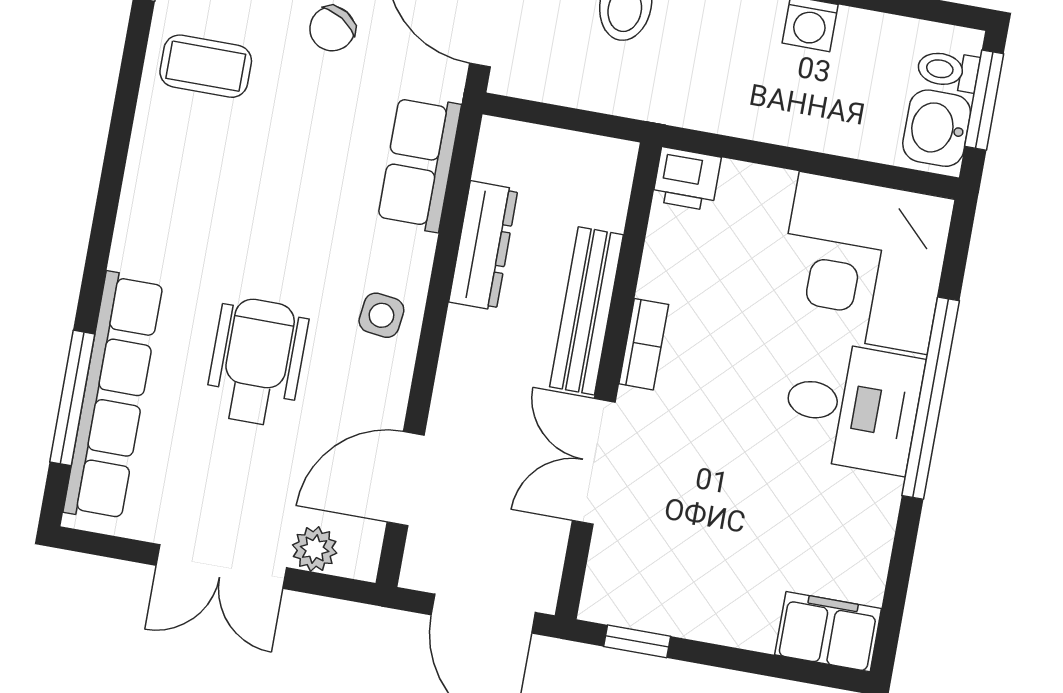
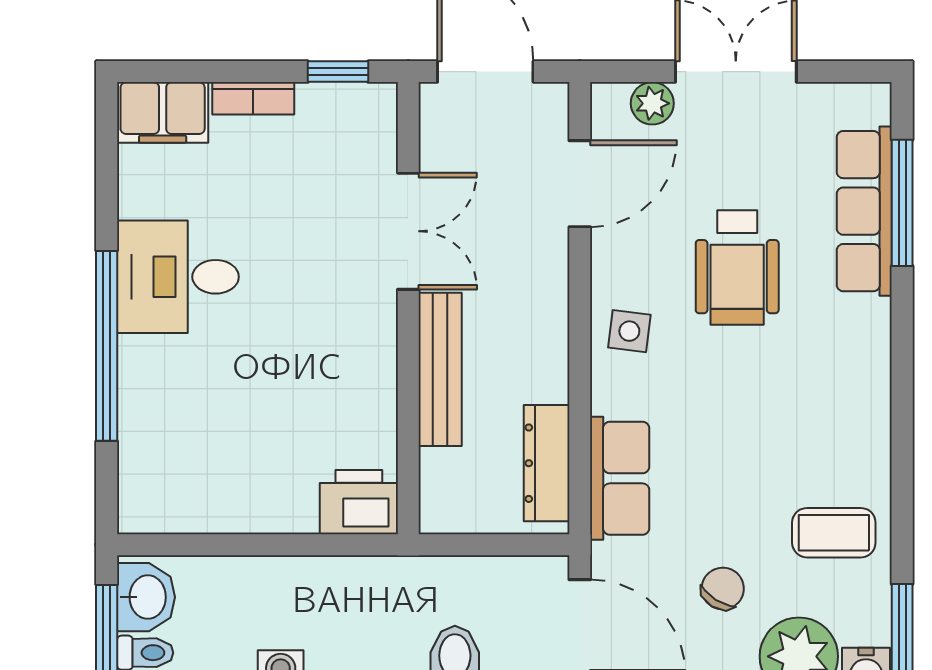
printer: (687, 179) -> (359, 502), width x1.36, depth x1.24
dresser: (483, 246) -> (547, 463), moved
corner desk: (863, 263) -> (191, 460), removed
bookcase: (644, 344) -> (253, 98), moved, turned -90
row of seats: (113, 397) -> (864, 211), width x0.73
desk: (852, 407) -> (178, 277), moved

